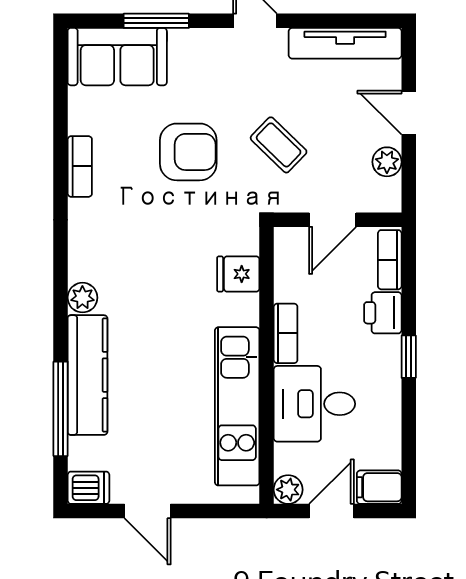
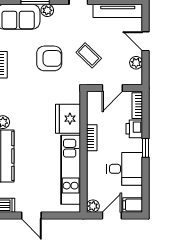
plant: (184, 42) -> (47, 10), added
fridge: (238, 274) -> (68, 119), width x1.88, depth x1.34
desk: (314, 404) -> (125, 169), moved, turned 180

